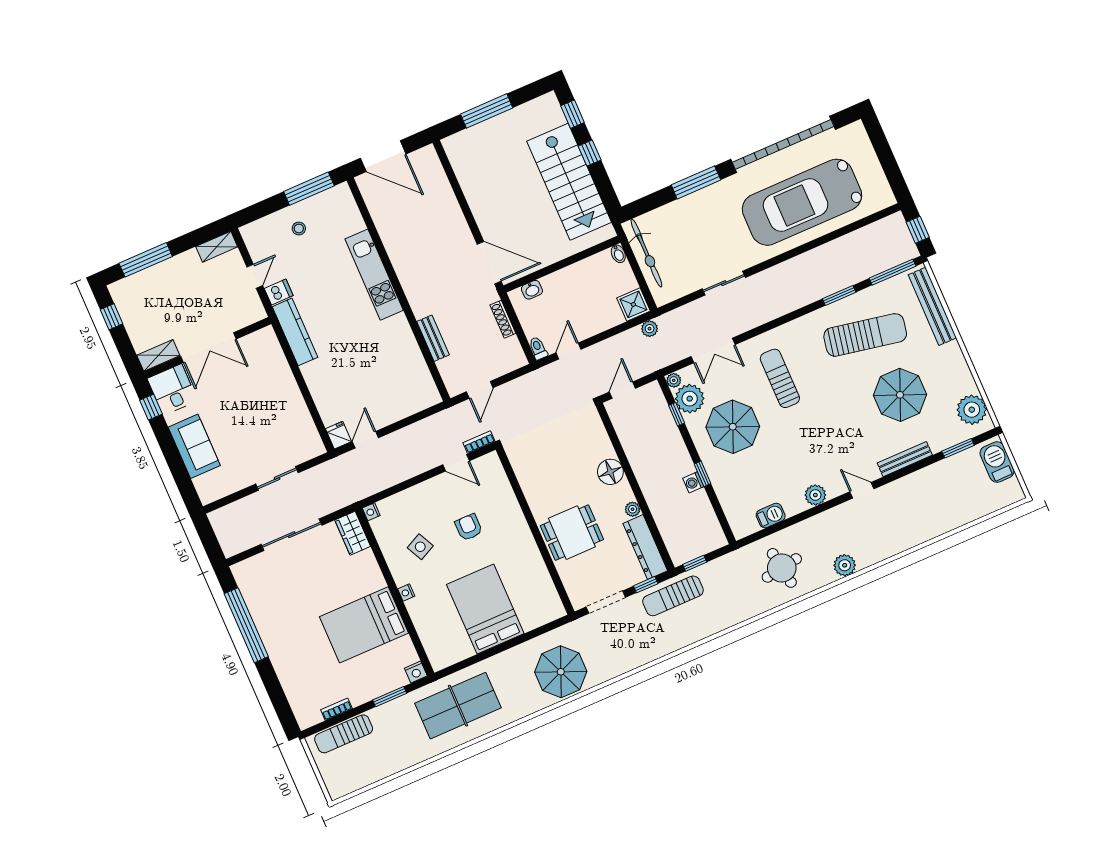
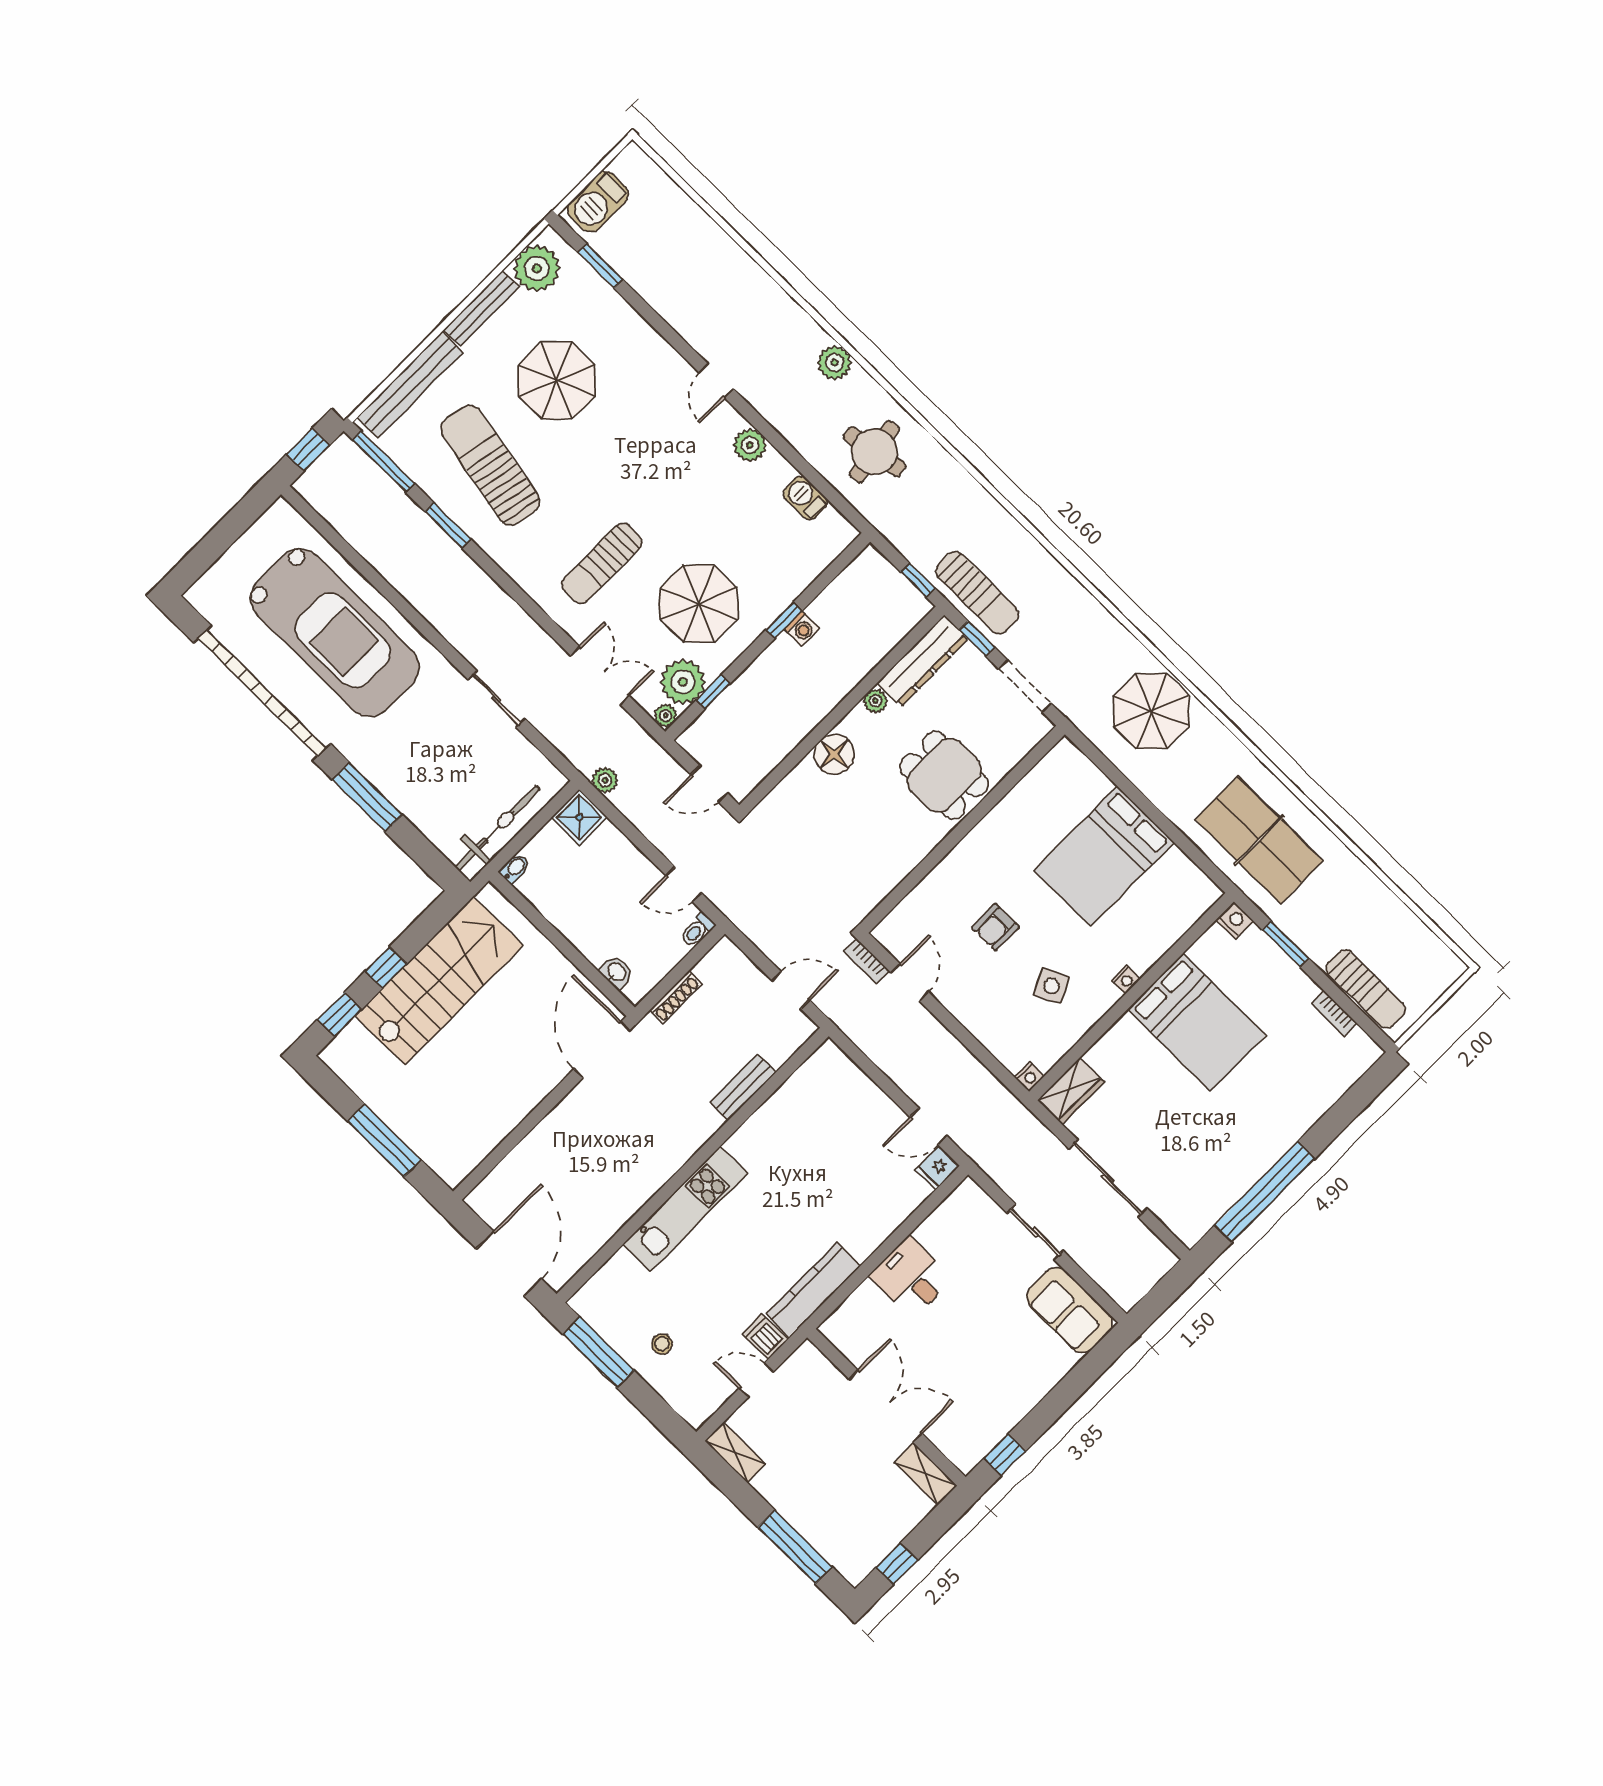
desk: (172, 390) -> (911, 1277), moved, turned 90
sofa: (194, 446) -> (1070, 1310), moved, turned -90
bench: (905, 459) -> (481, 308), moved, turned 90

